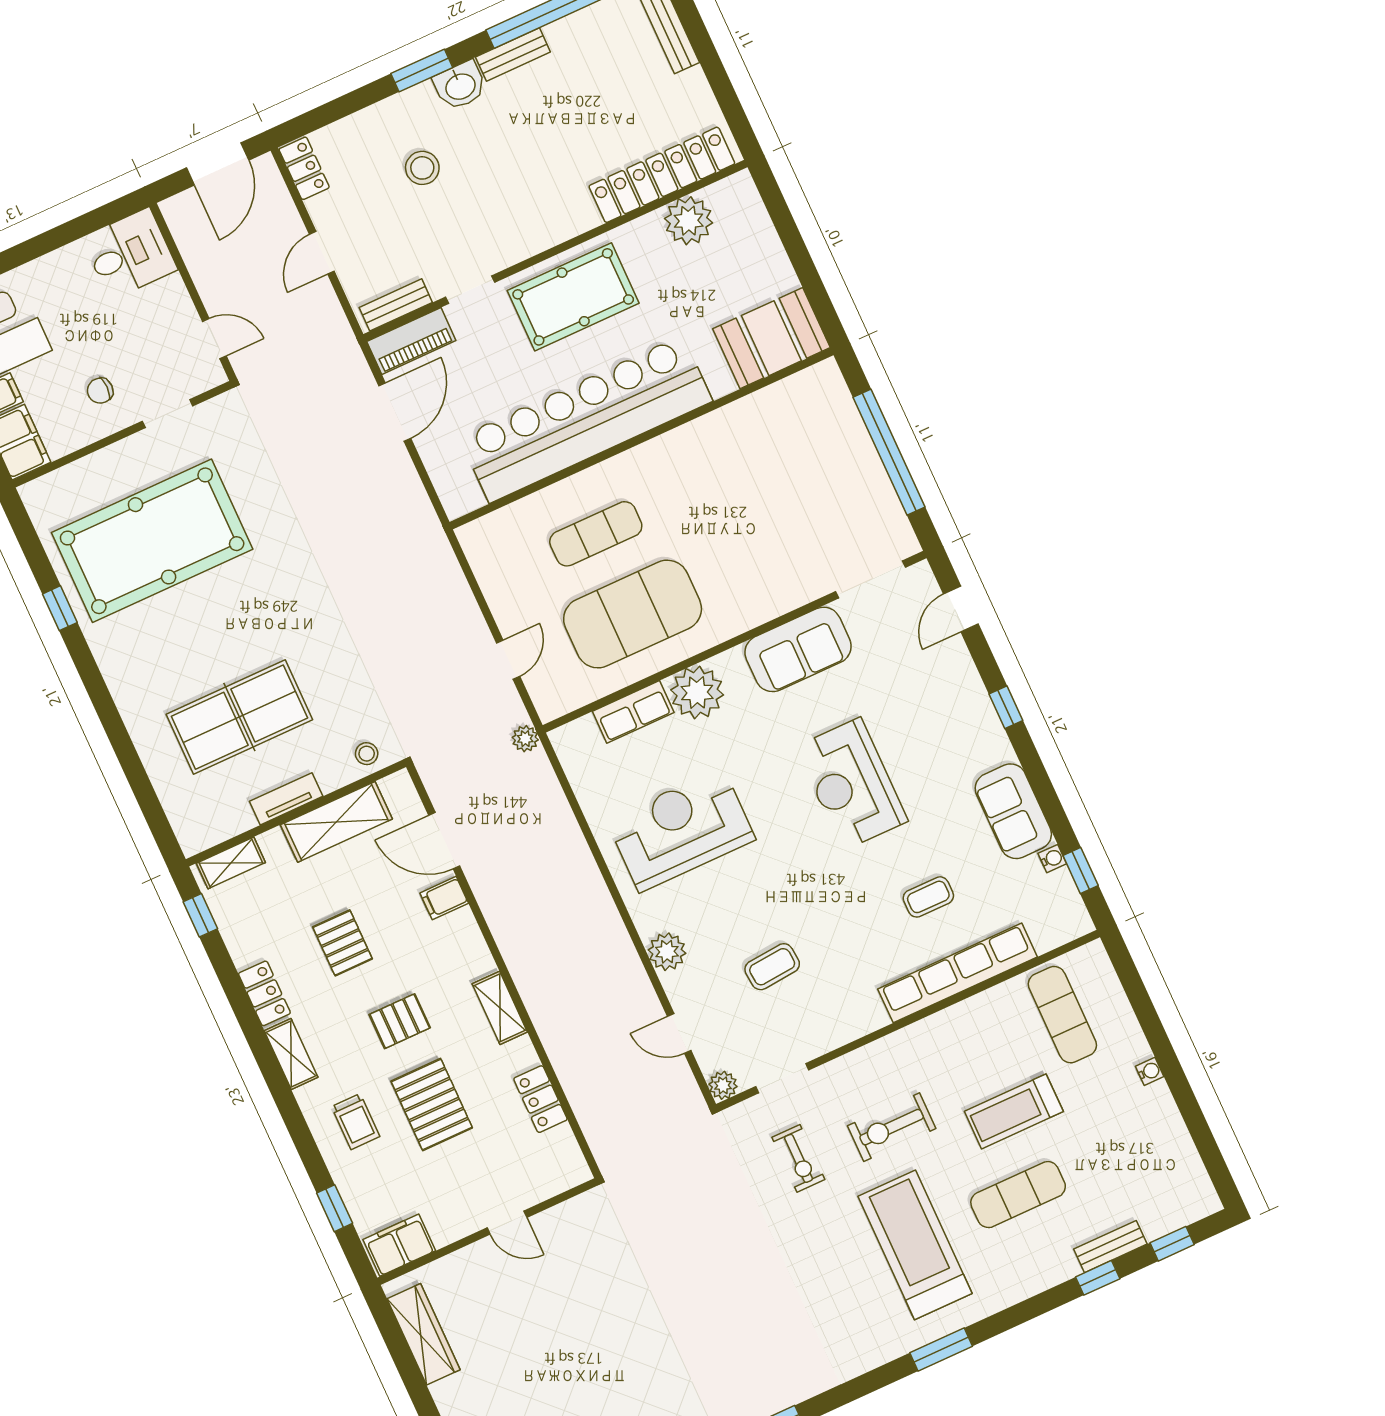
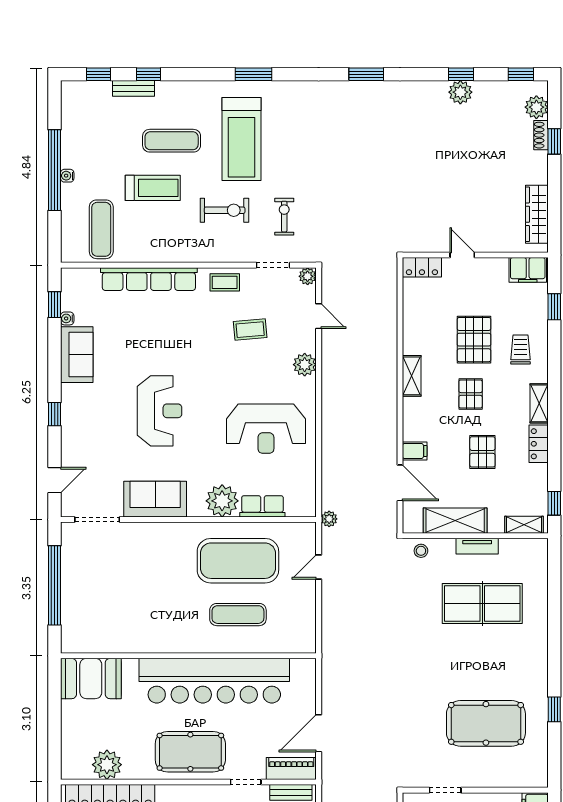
pool table: (152, 541) -> (486, 723), width x0.73, depth x0.76
coffee table: (928, 897) -> (225, 282), moved
pallet: (400, 1021) -> (471, 394), turned 90
window: (1172, 1071) -> (55, 170), added
locker: (540, 1099) -> (422, 267), moved, turned 90

